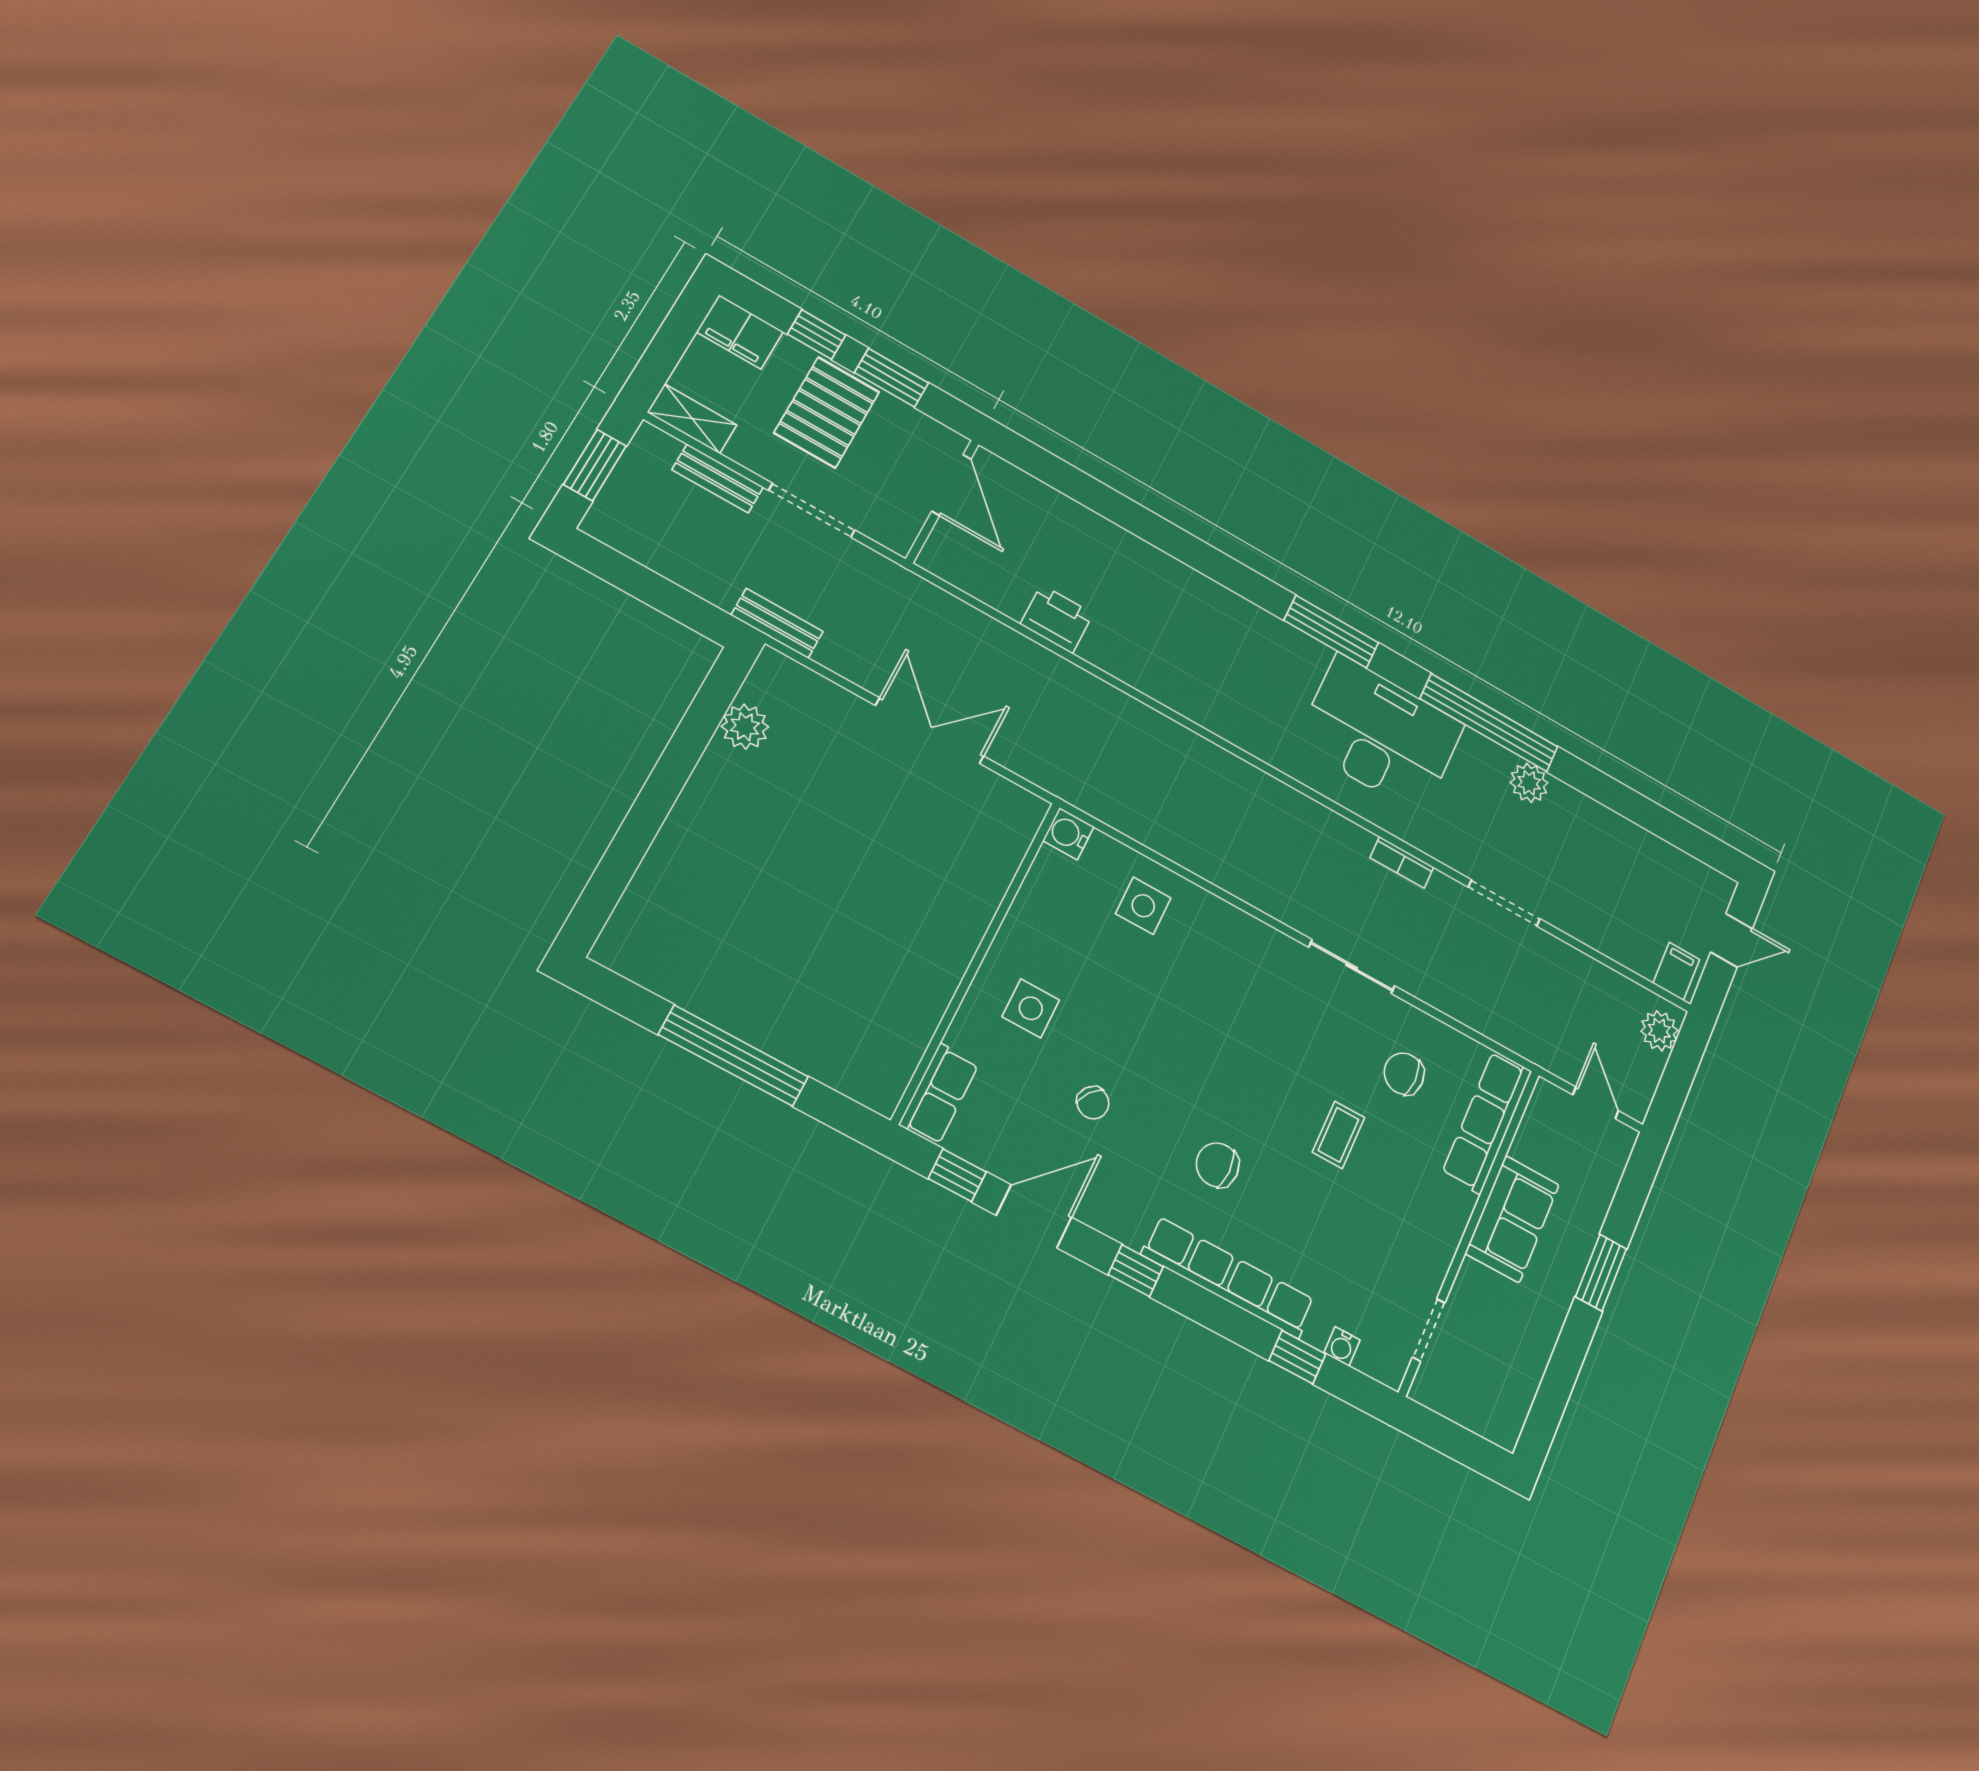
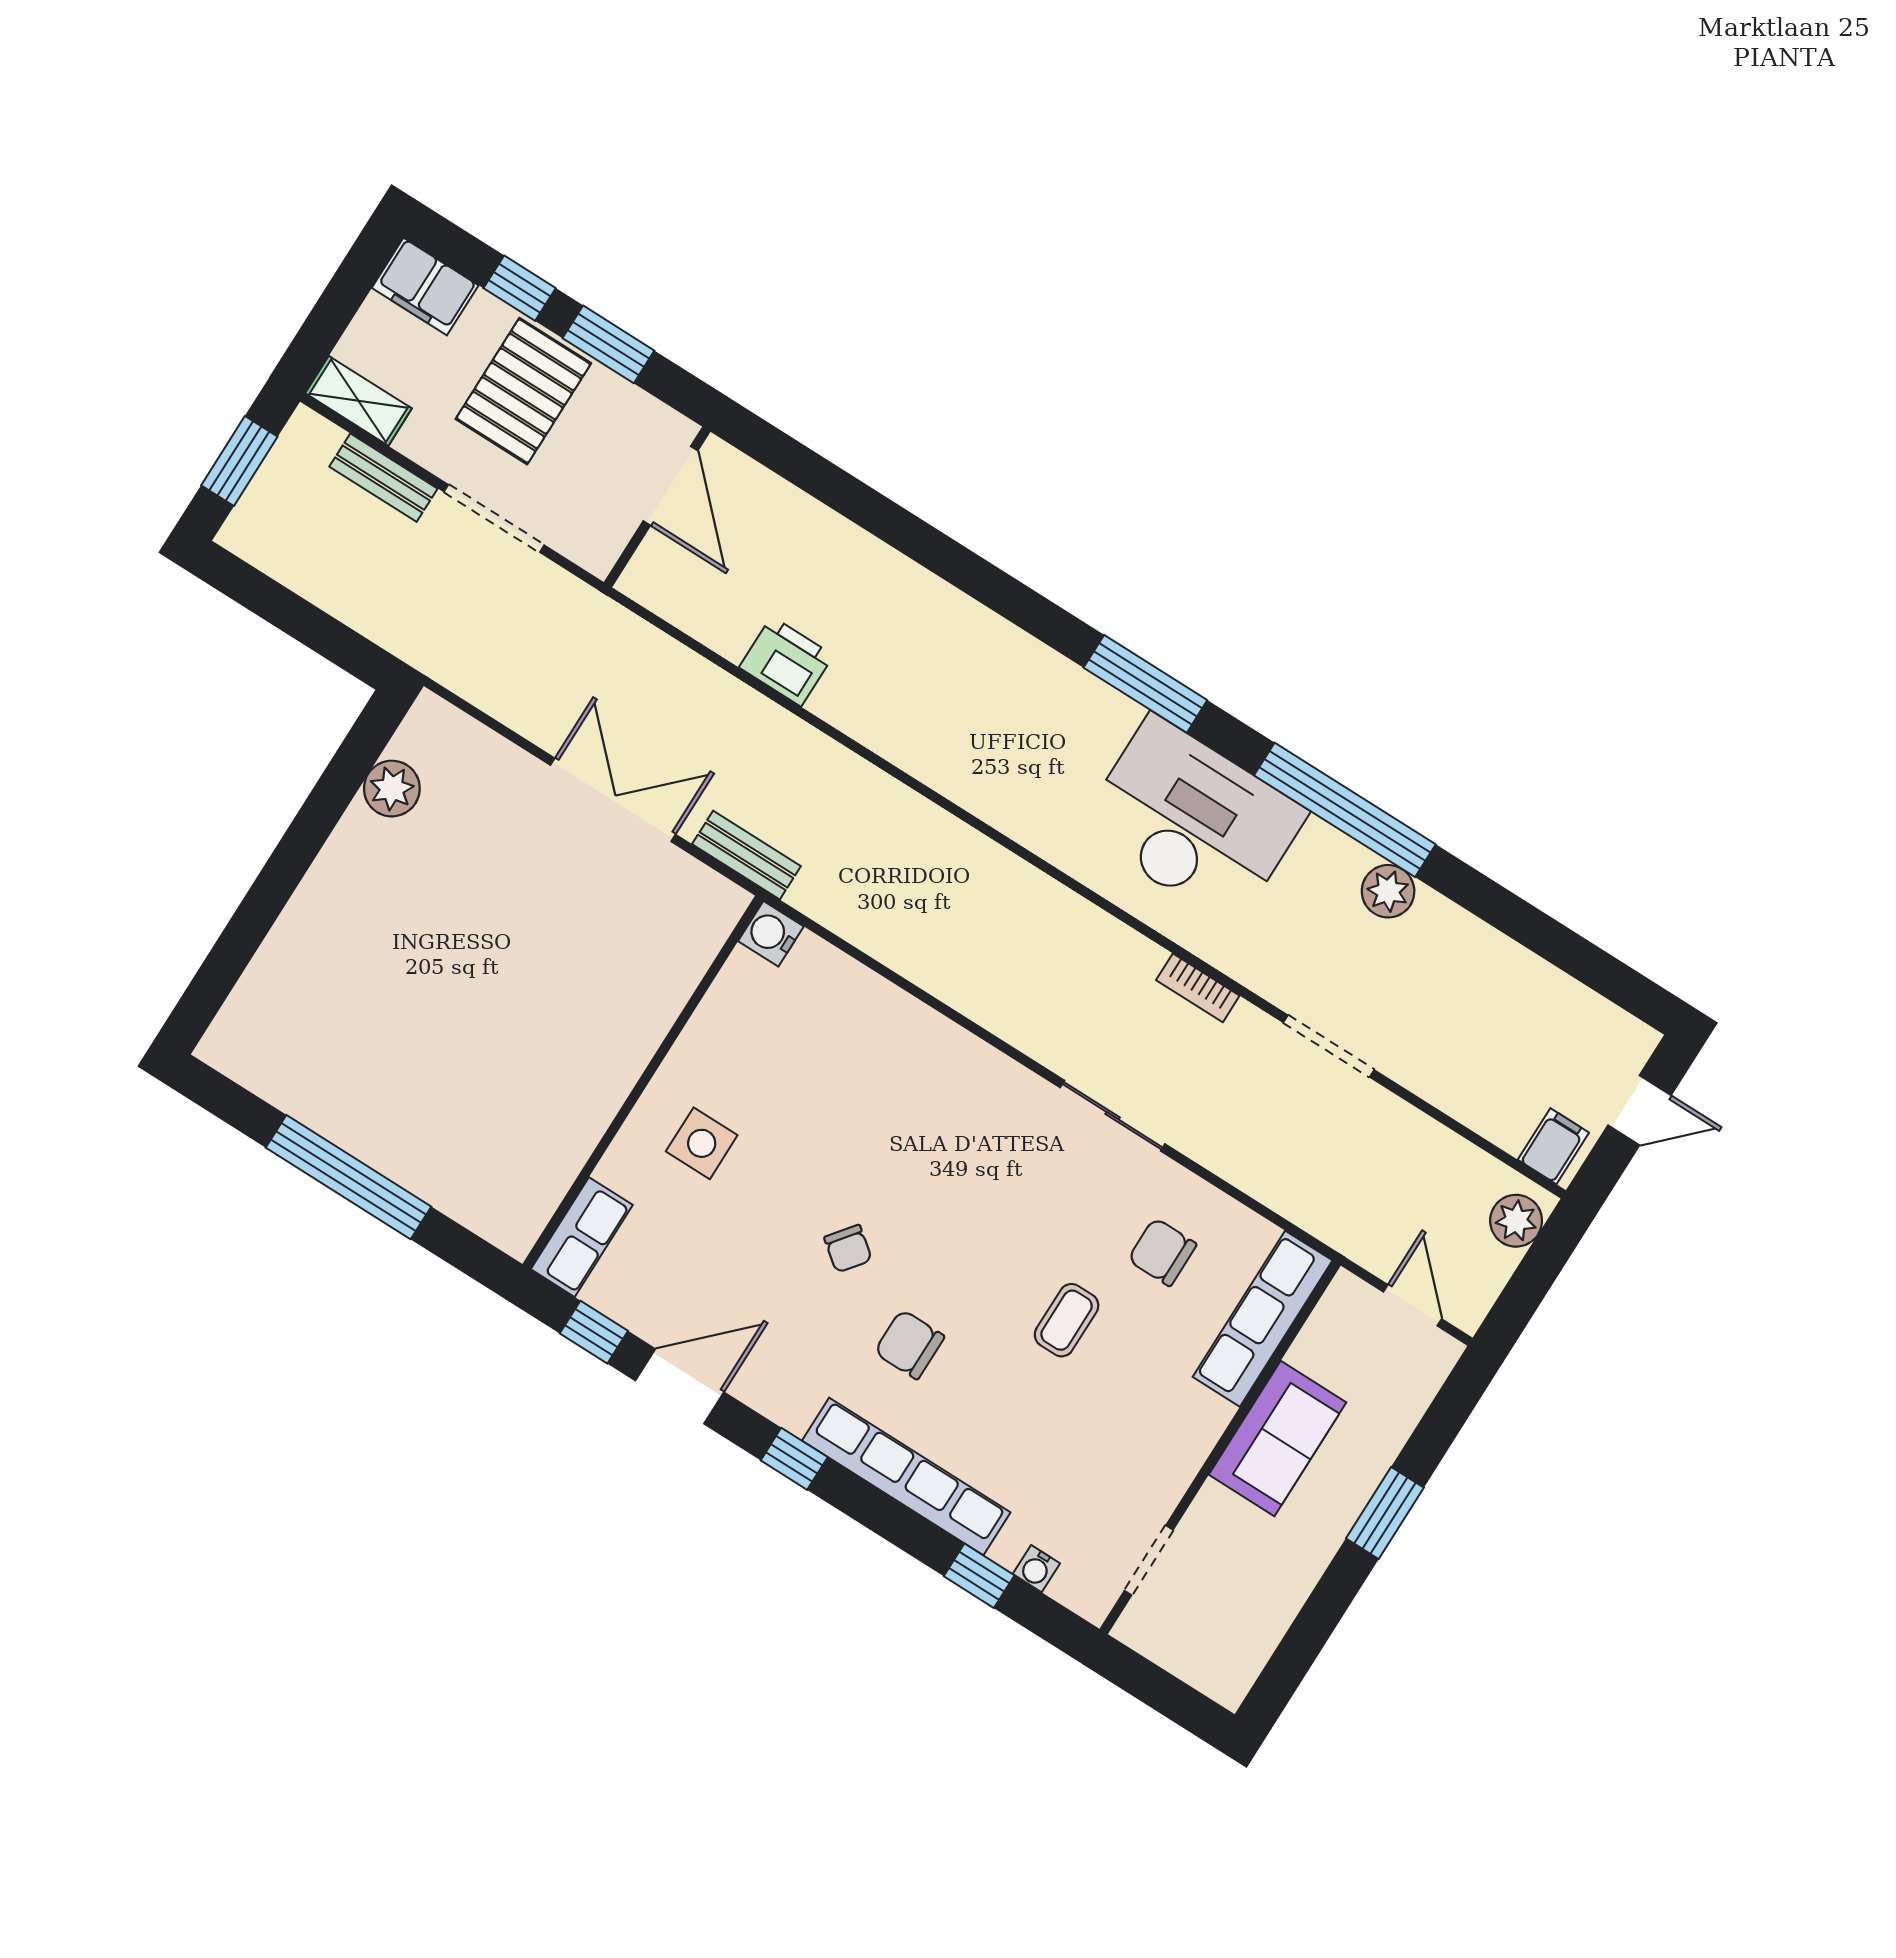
bench: (777, 623) -> (746, 855), moved
side table: (1143, 906) -> (855, 1027), removed
chair: (1093, 1103) -> (848, 1249), moved

